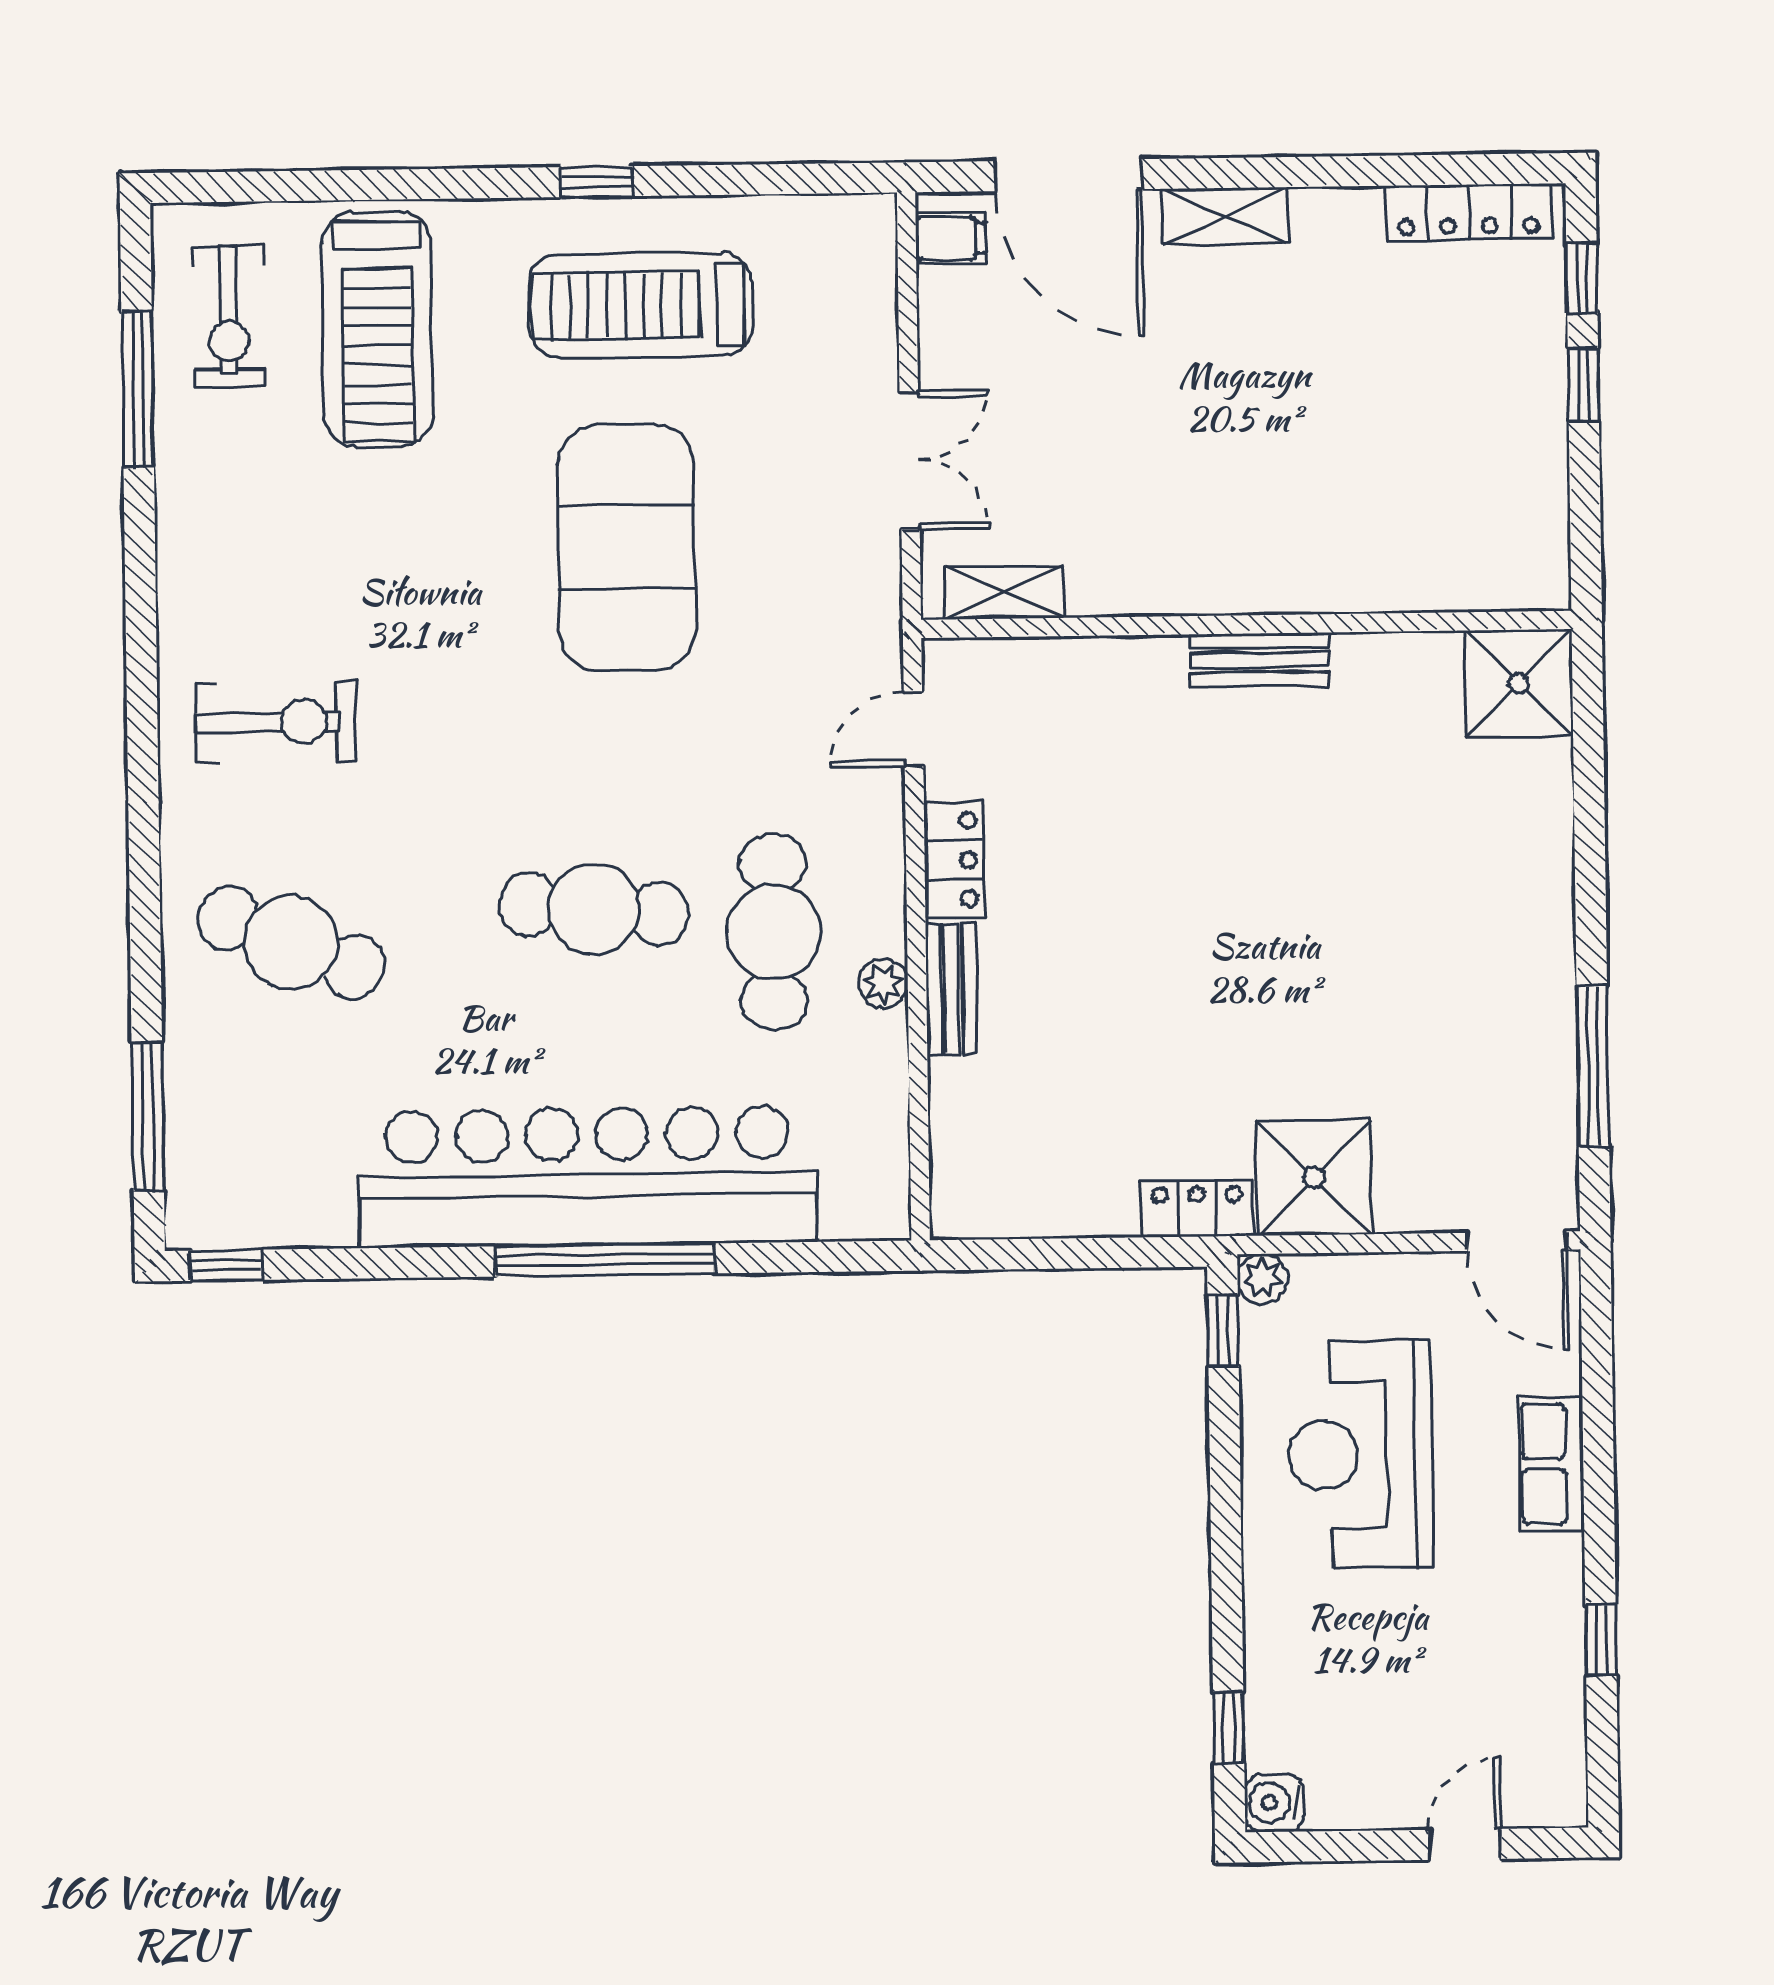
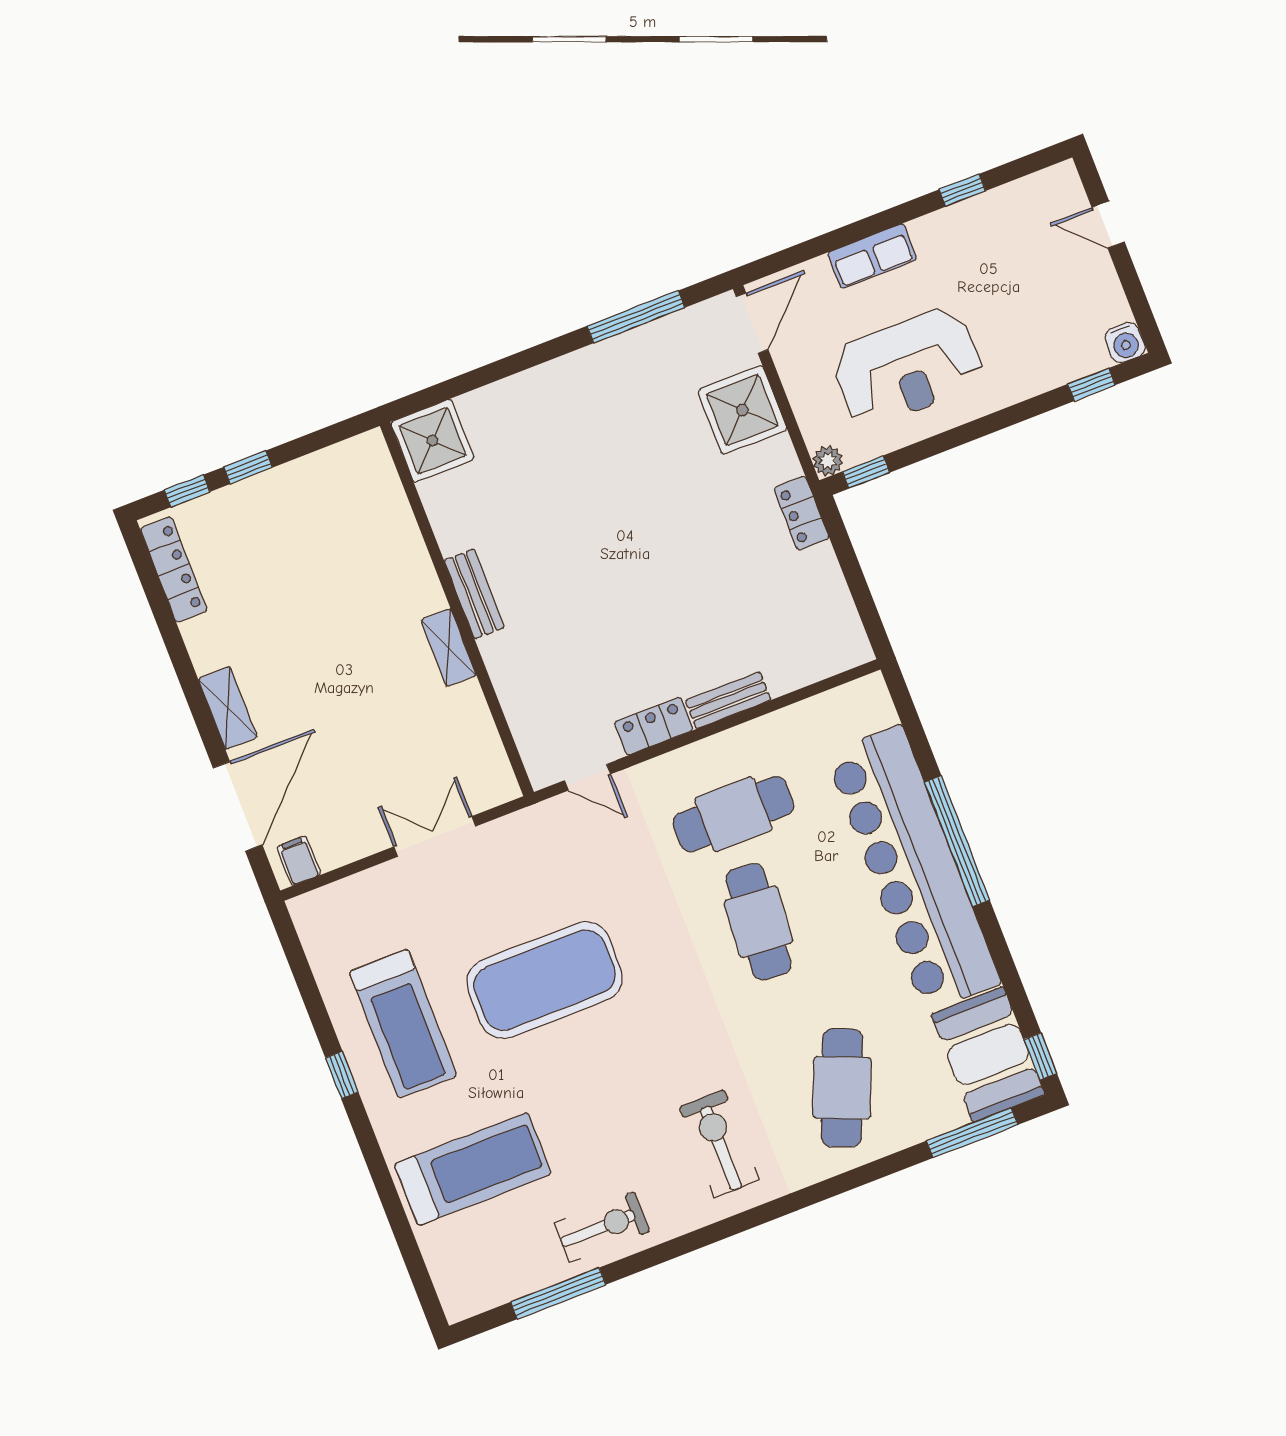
exercise bike: (229, 316) -> (602, 1227), moved
shelving: (1005, 592) -> (449, 648), moved
plant: (883, 983) -> (739, 740), removed
shower: (1314, 1178) -> (742, 410), moved
booth: (259, 1186) -> (988, 1054), added

